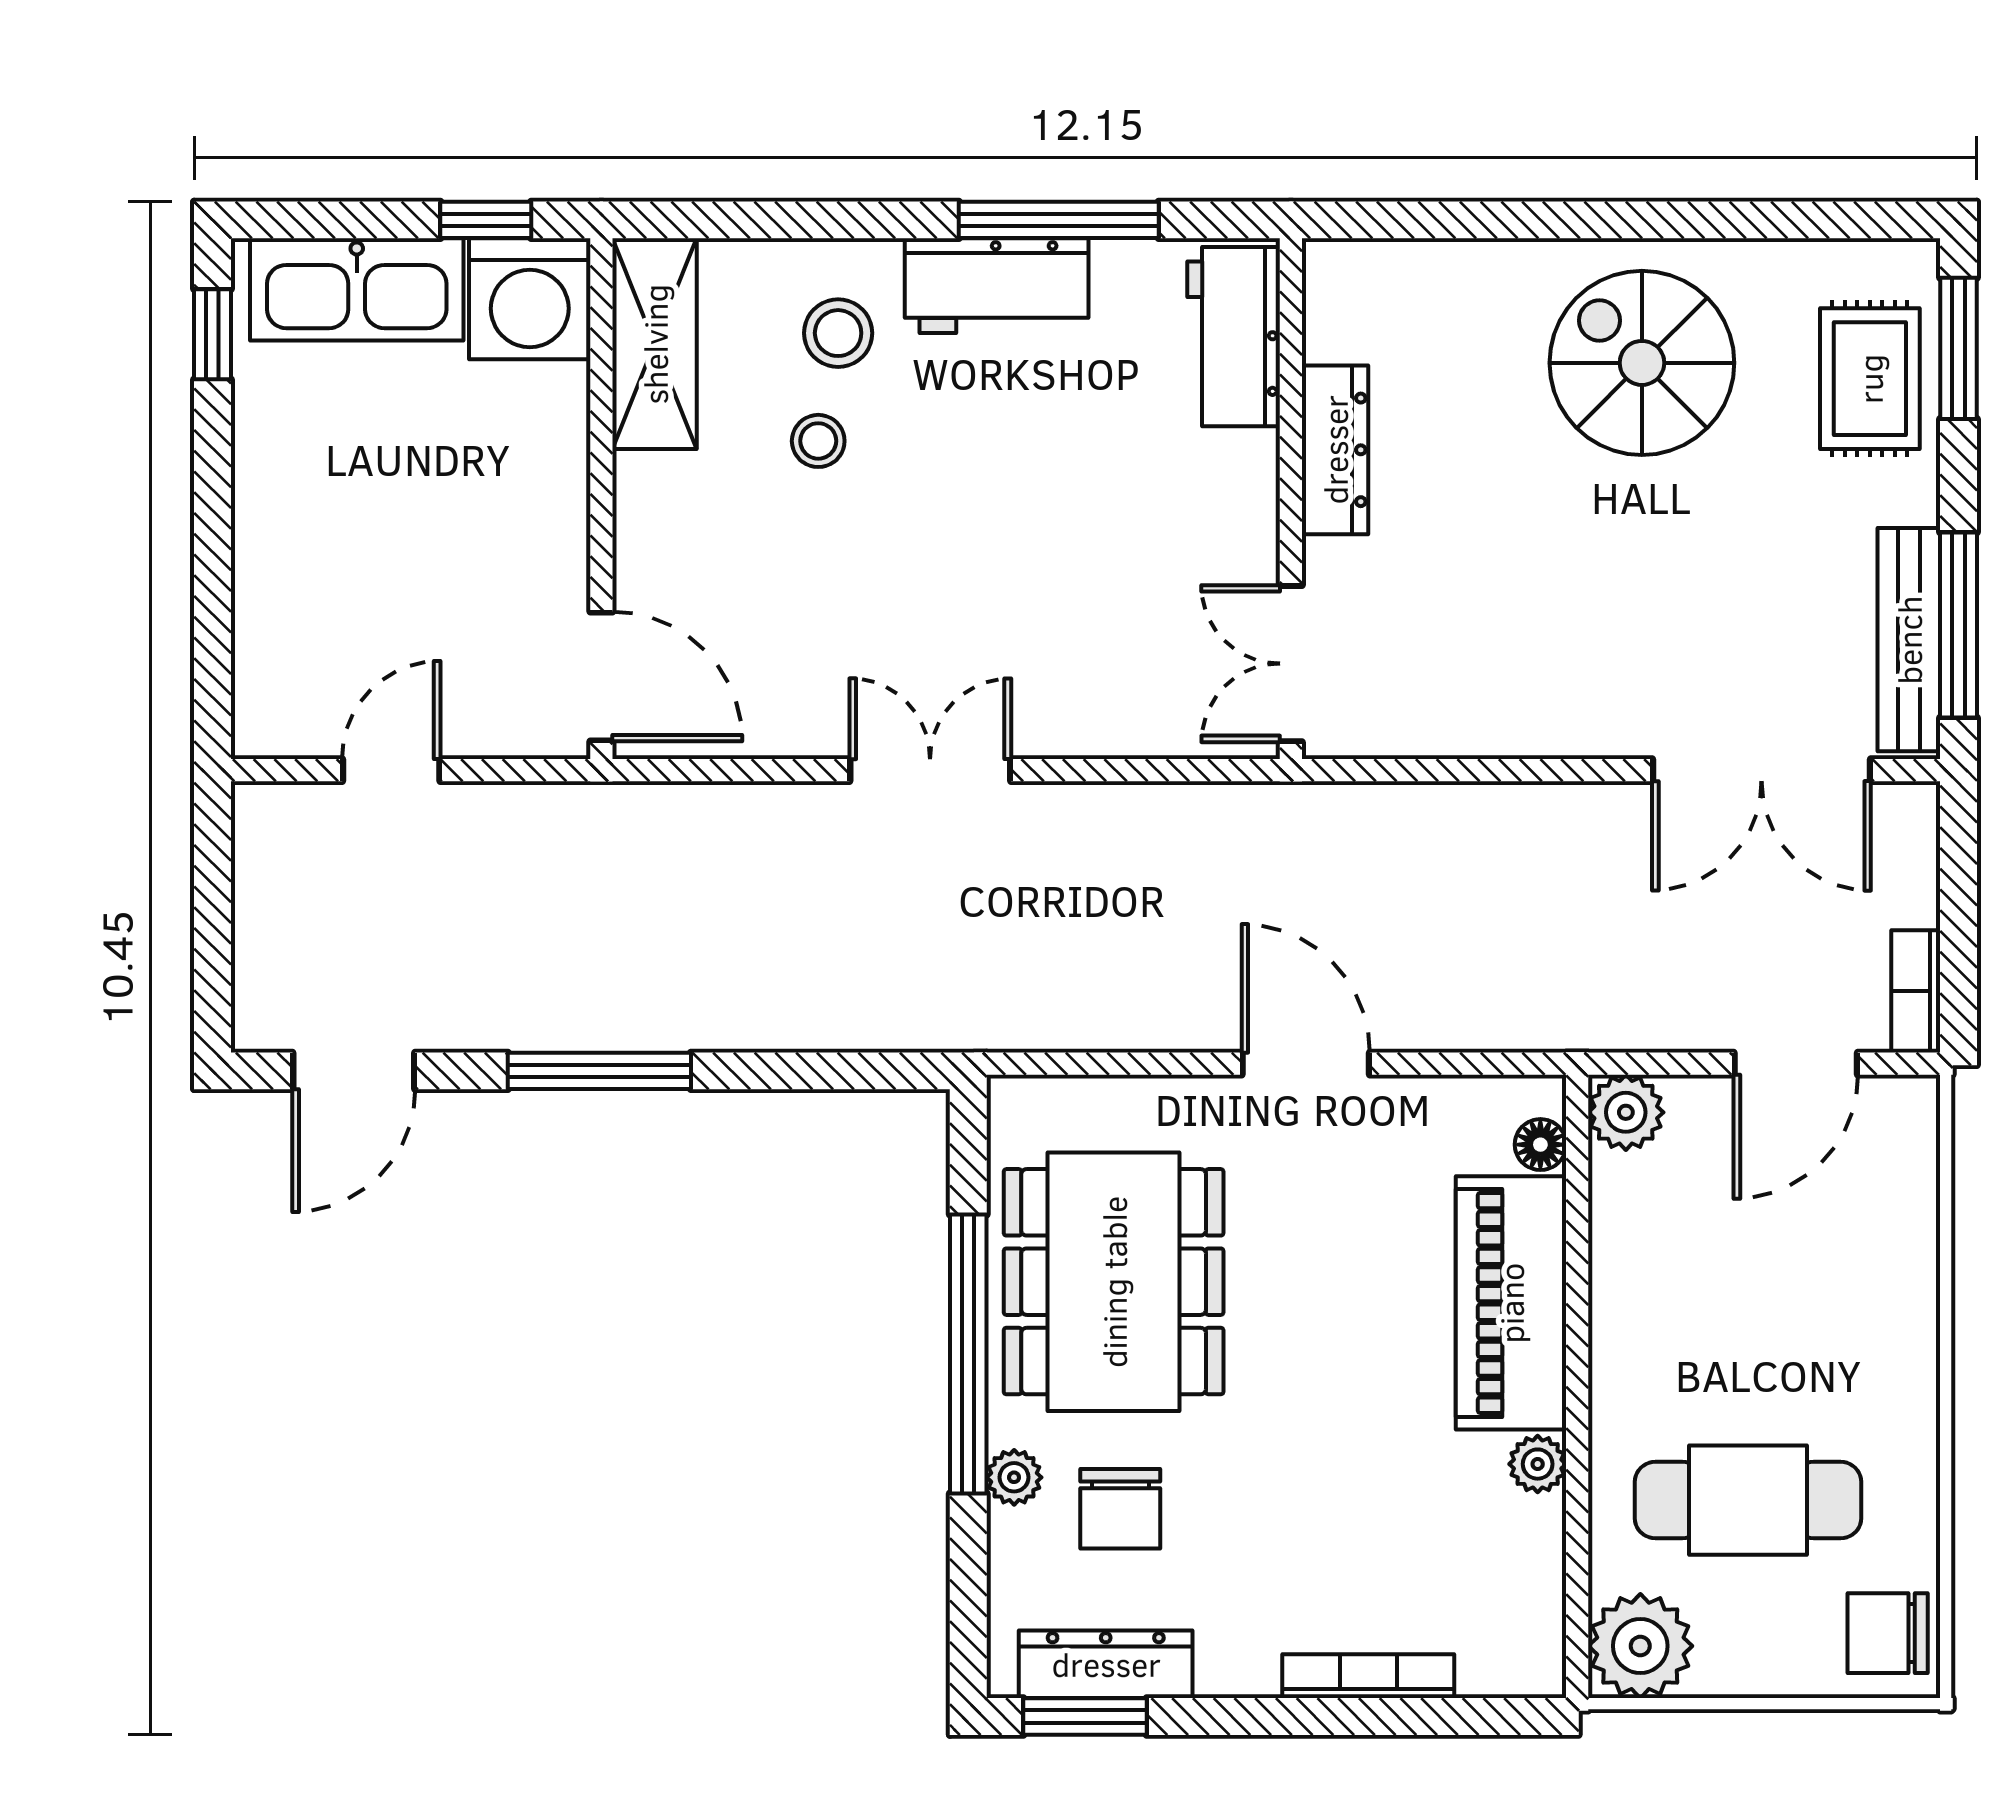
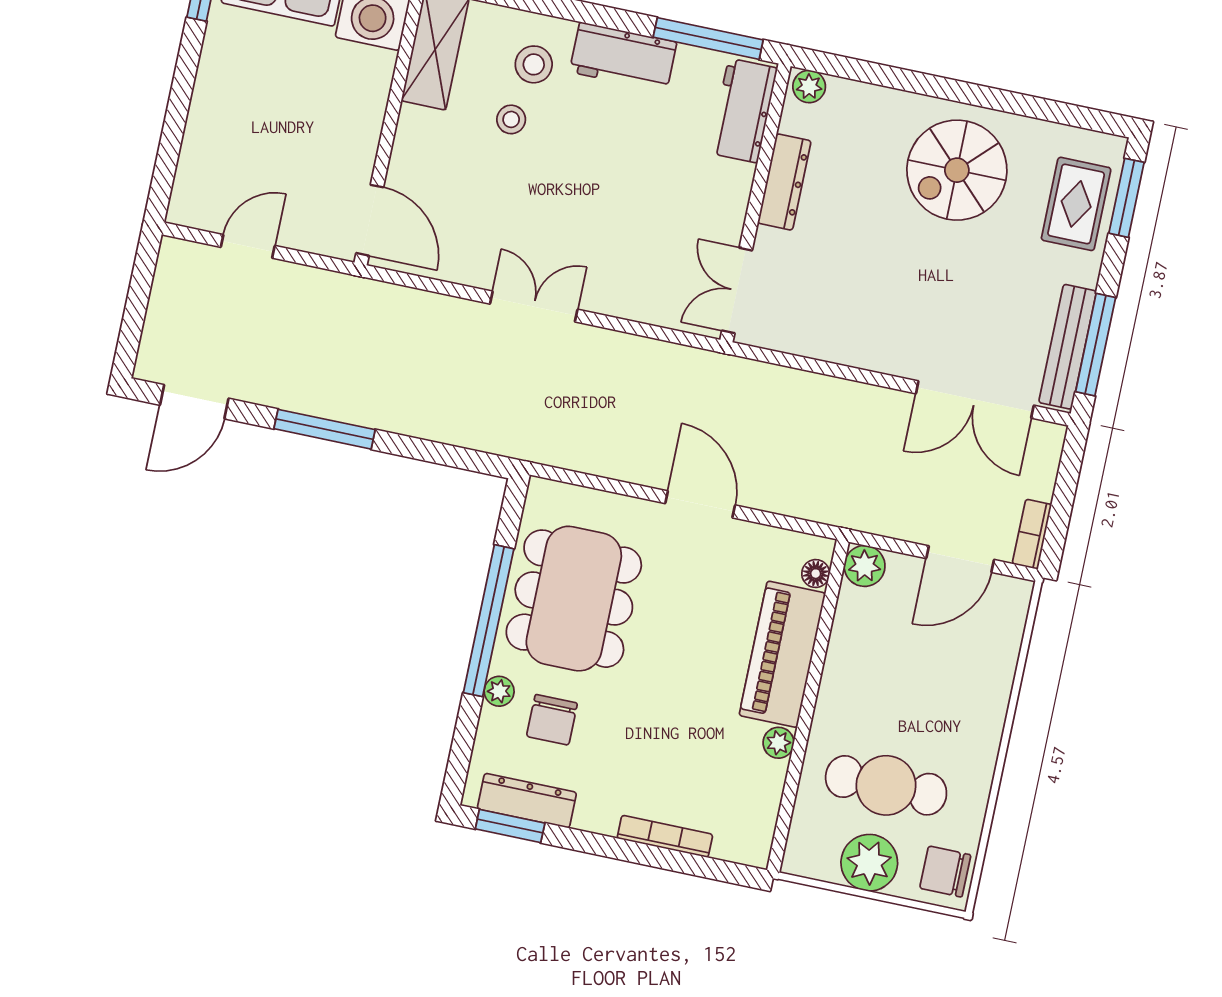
window: (1059, 220) -> (708, 38), moved
plant: (1343, 268) -> (809, 87), added
spiral stairs: (1642, 363) -> (957, 170), turned -90
plant: (1640, 1646) -> (869, 863), moved

